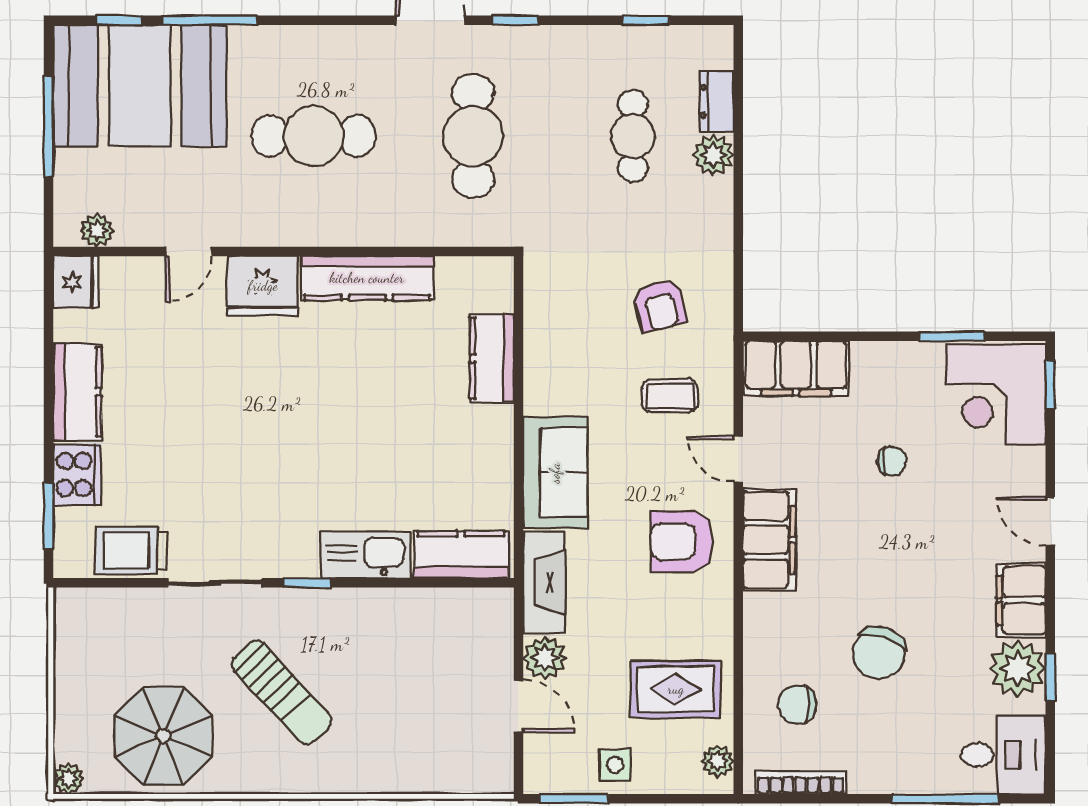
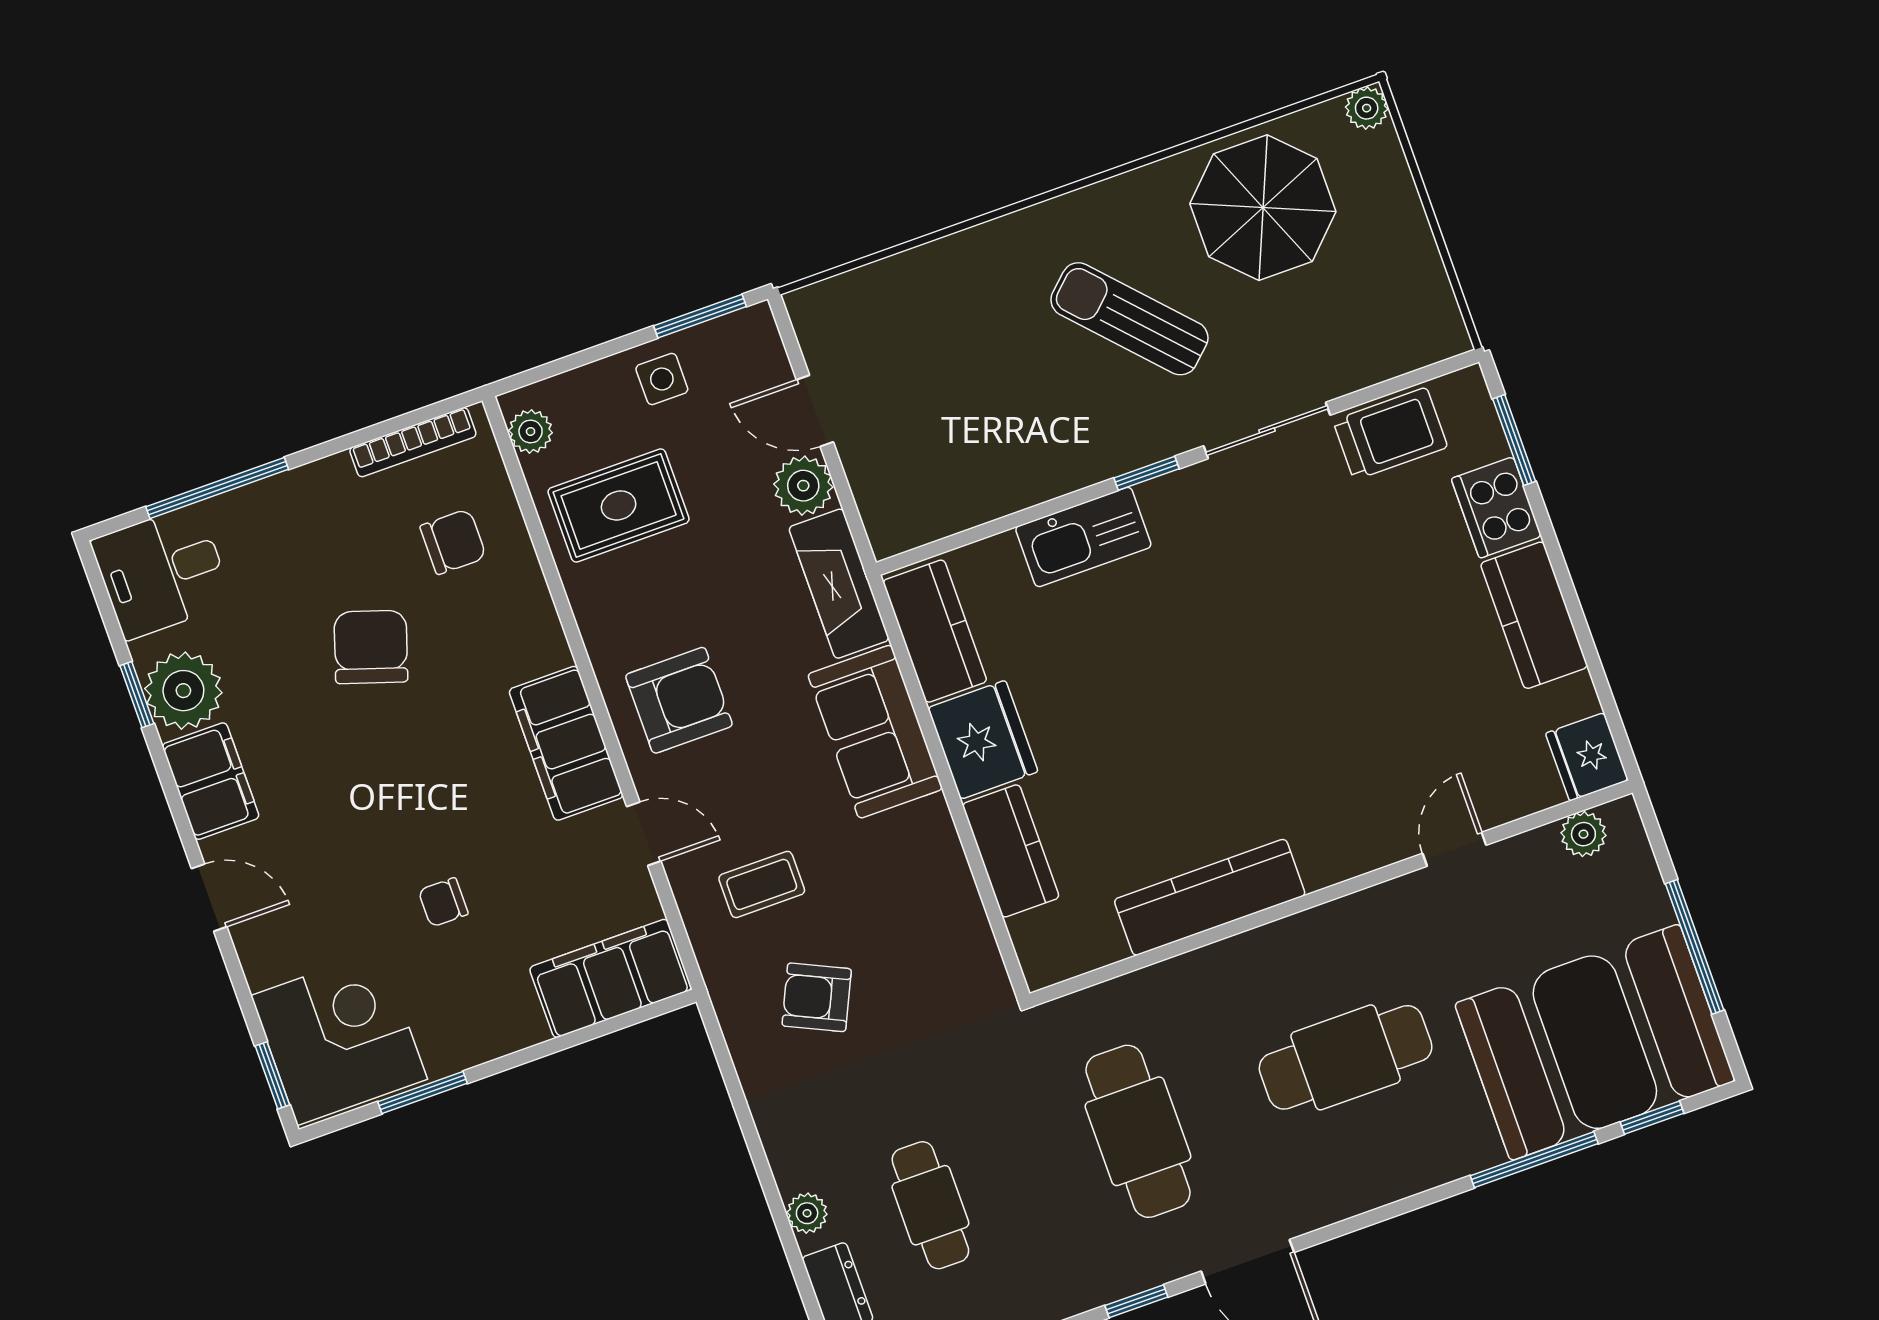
plant: (713, 155) -> (807, 1213), width x0.73, depth x0.73
fridge: (263, 286) -> (983, 740), moved, turned 90
armchair: (660, 305) -> (817, 997), turned -50
kitchen counter: (461, 555) -> (935, 631), moved, turned -90

